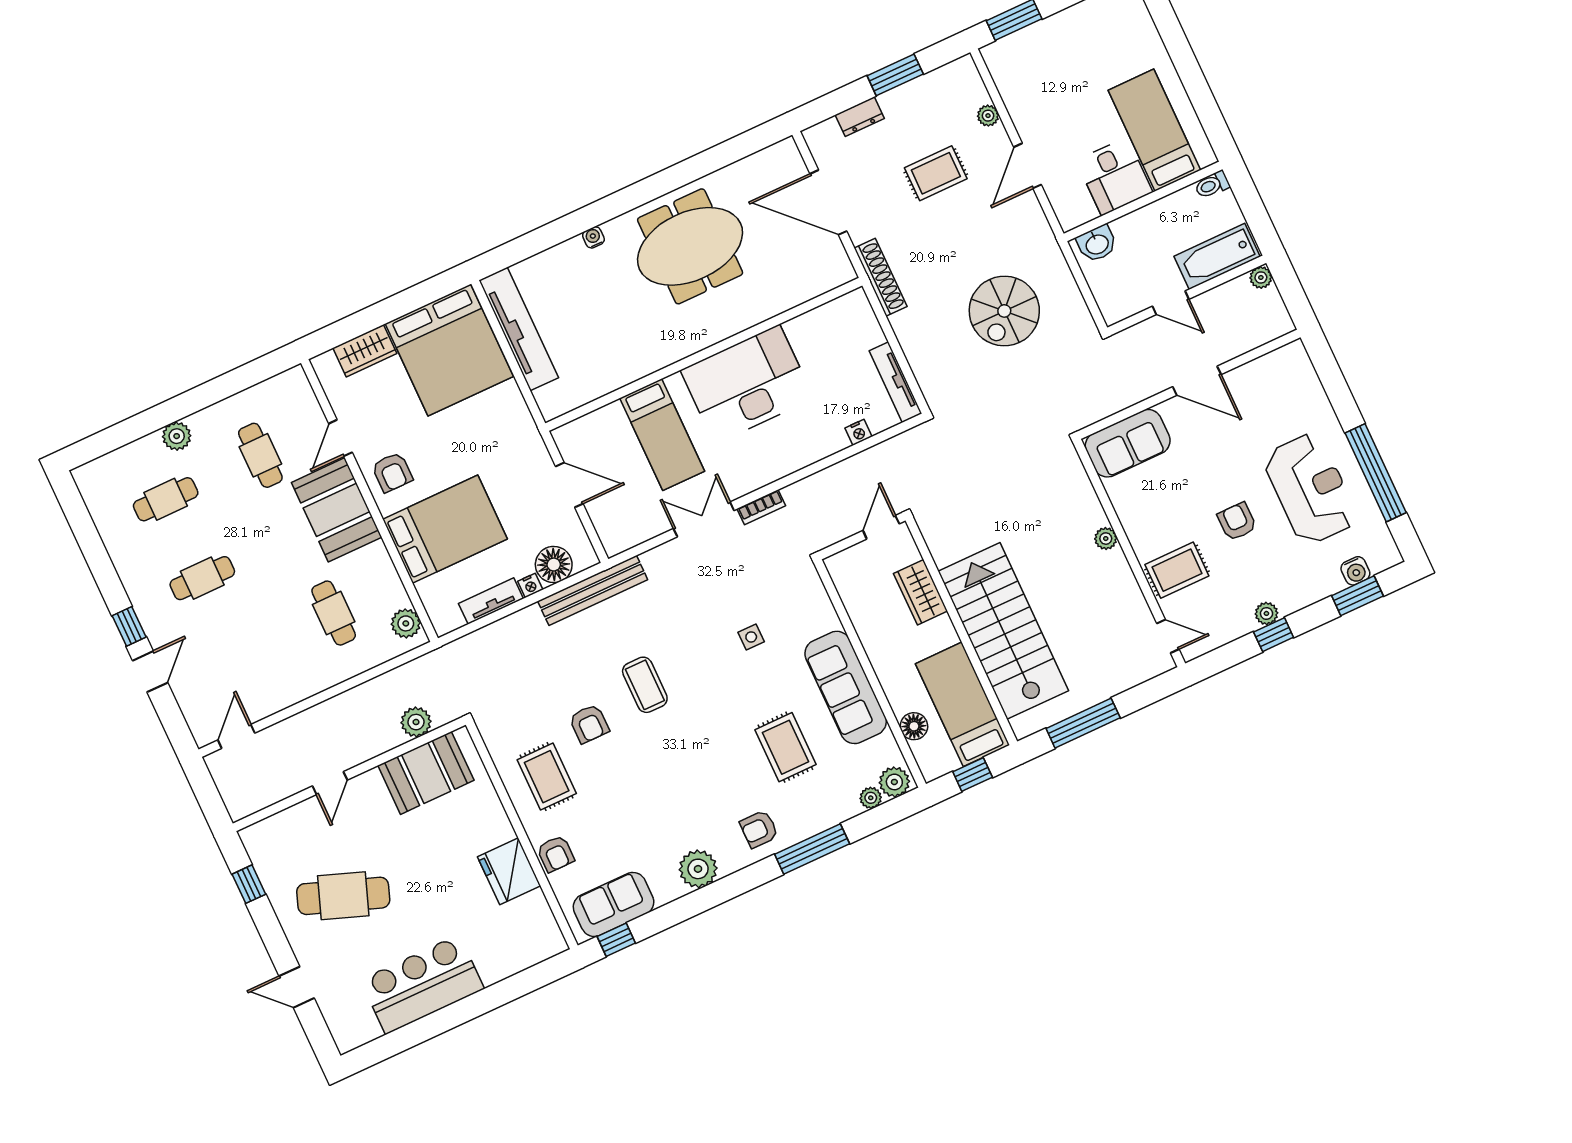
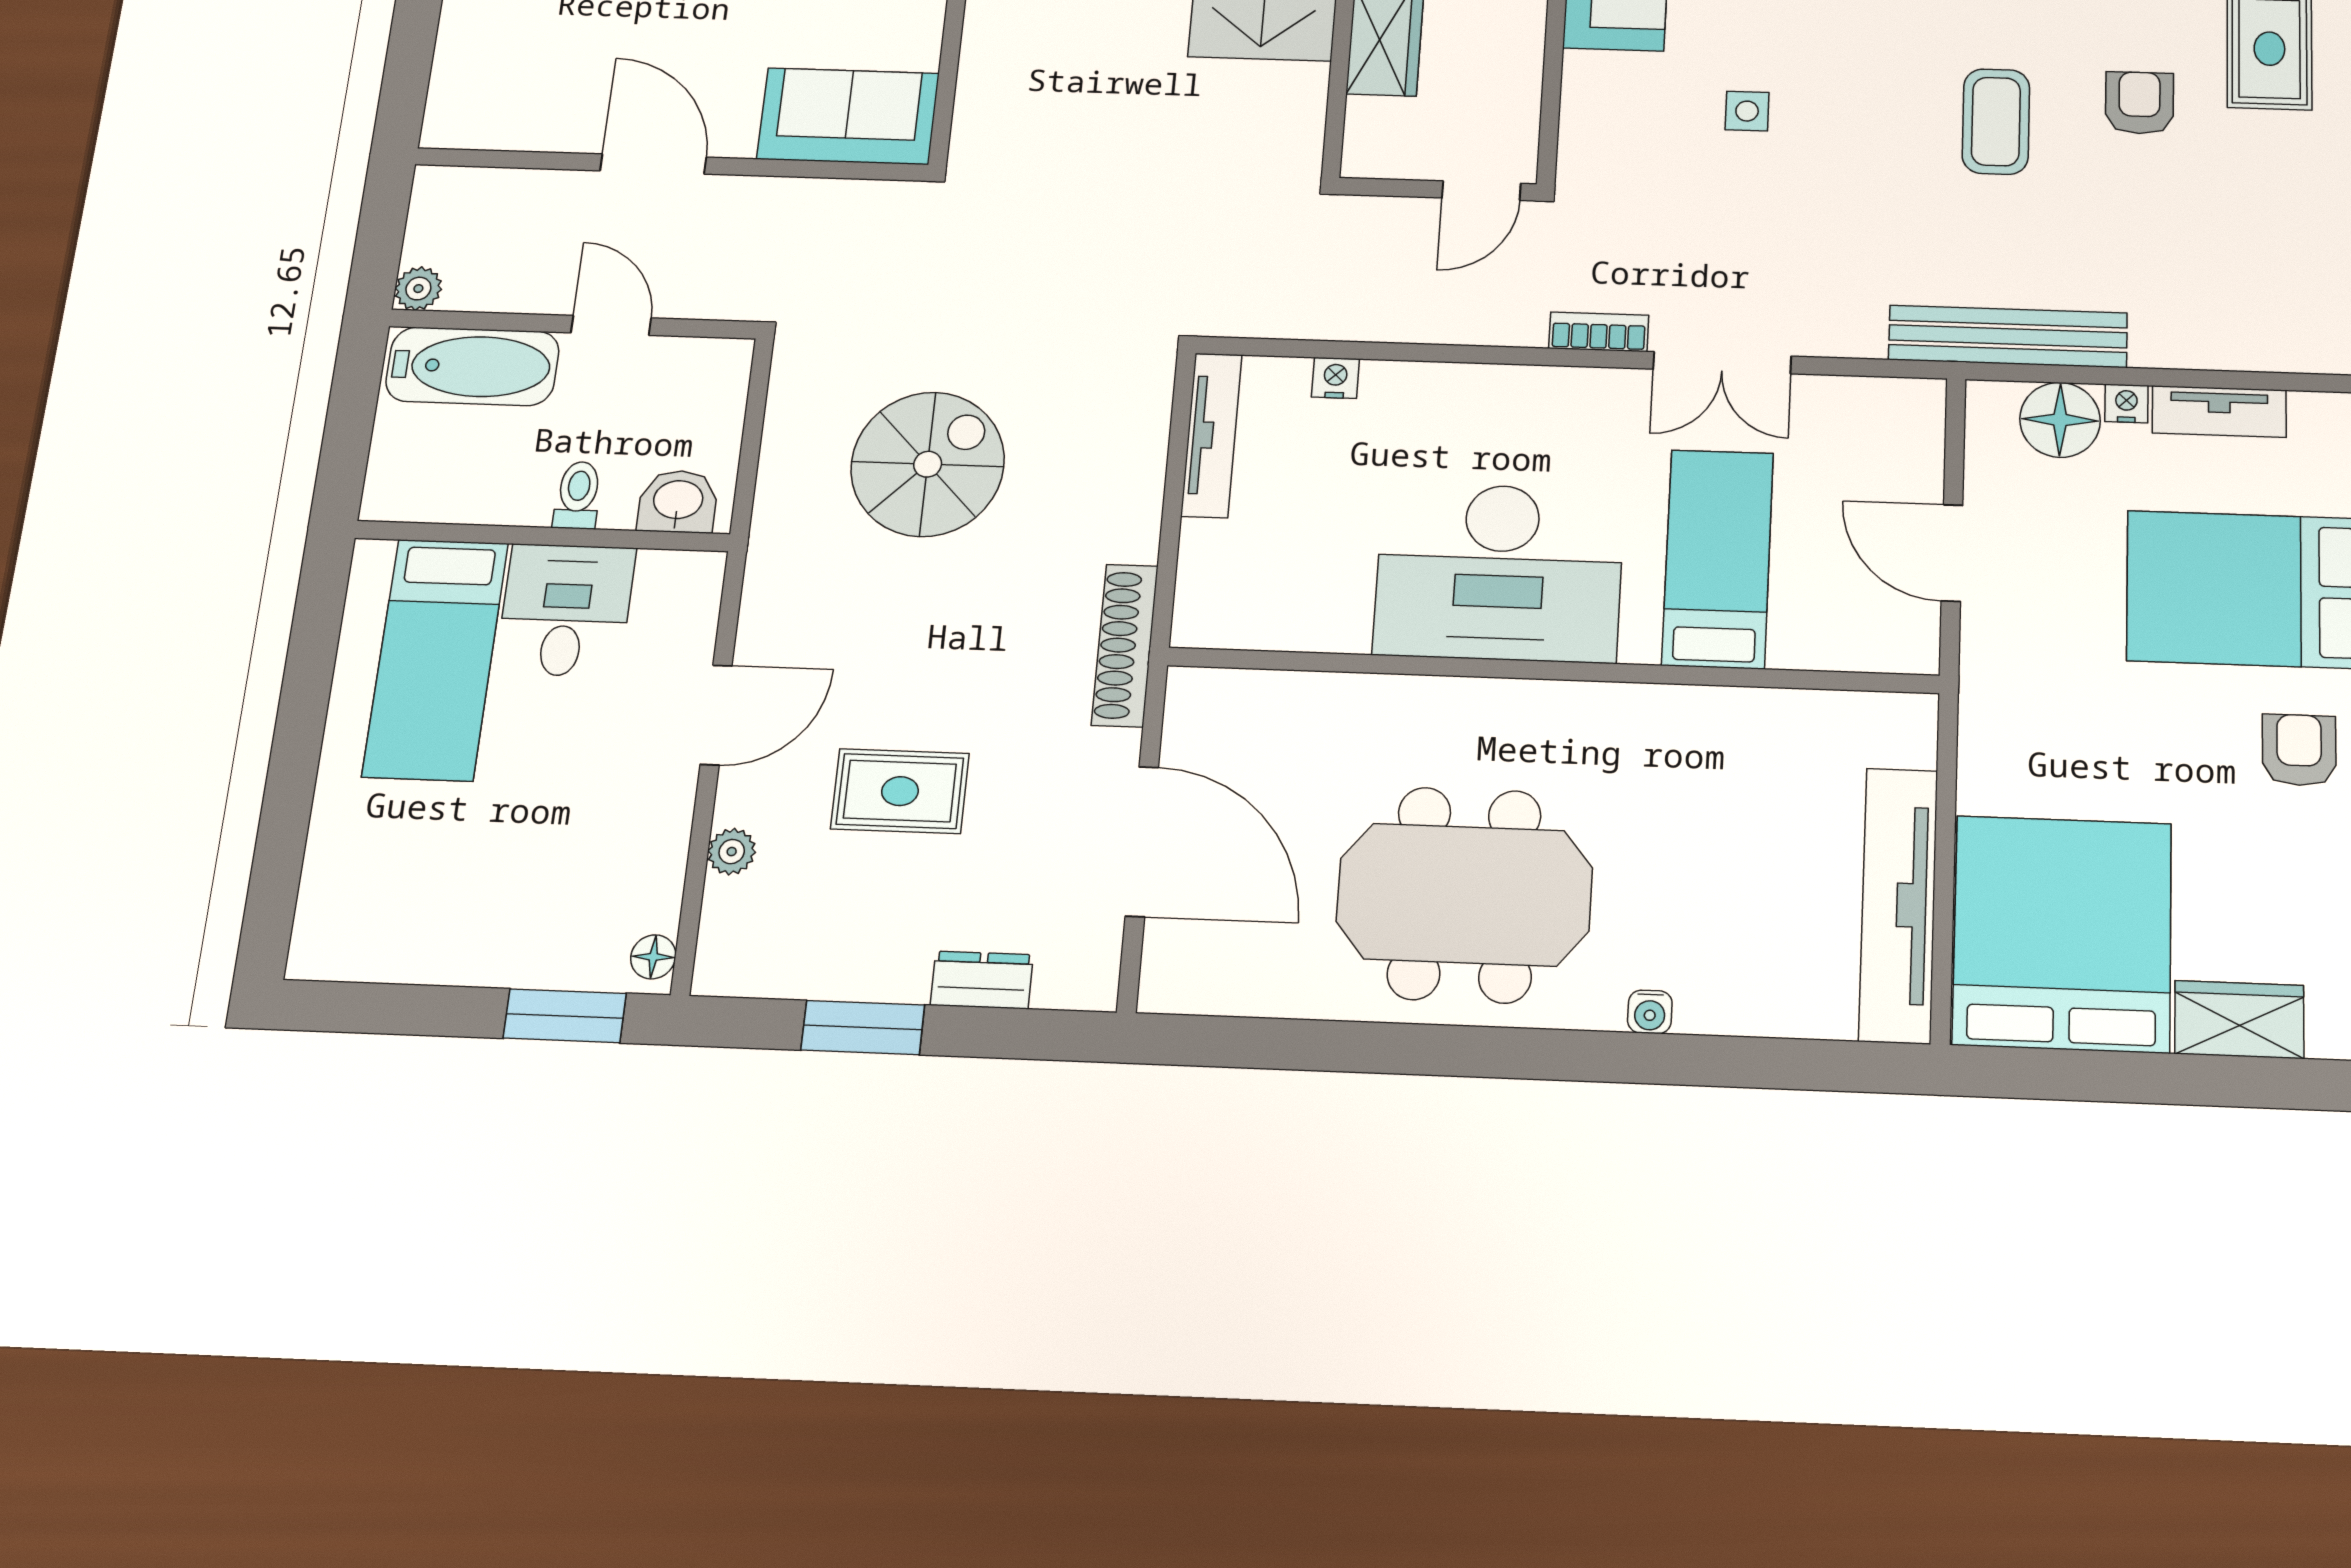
floor lamp: (994, 60) -> (653, 957), added
toilet: (1212, 185) -> (578, 495), moved, turned -90
door: (881, 527) -> (1481, 191), moved

